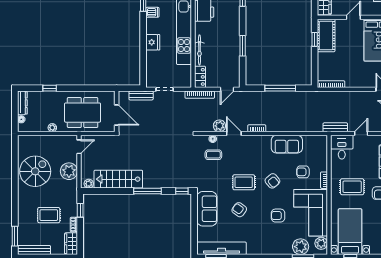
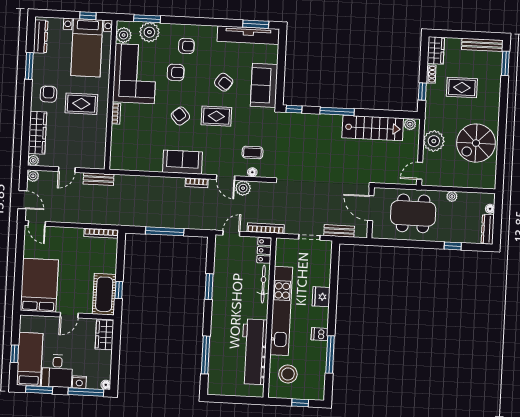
sofa: (287, 144) -> (182, 162), moved
desk: (342, 147) -> (92, 154), removed
armchair: (303, 172) -> (186, 46), moved

